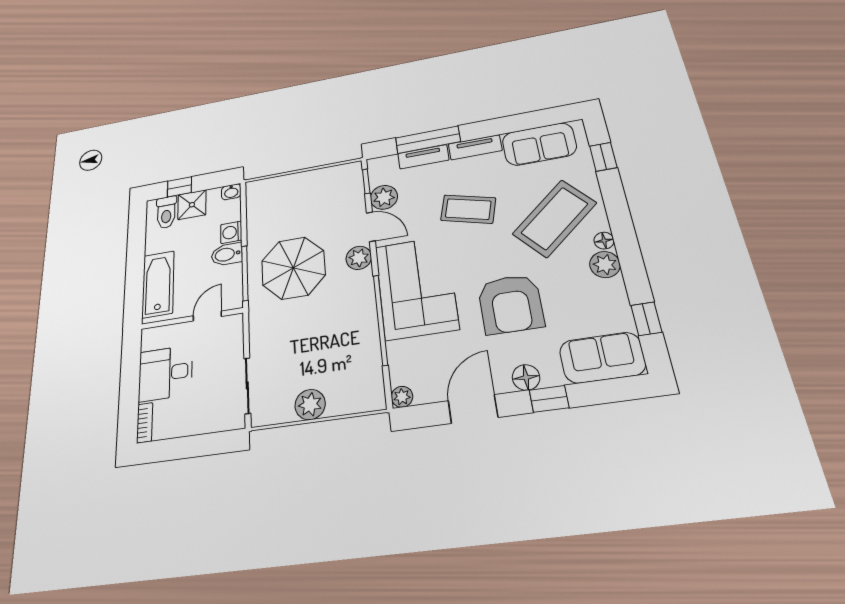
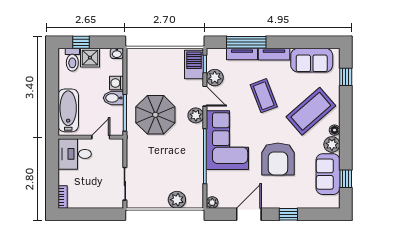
barbecue: (349, 185) -> (194, 65), added
coffee table: (468, 209) -> (264, 96), turned 54
sofa: (602, 358) -> (328, 174), moved, turned -90
desk: (165, 373) -> (75, 154), moved
floor lamp: (526, 377) -> (279, 201), removed
plant: (310, 405) -> (177, 200), moved

